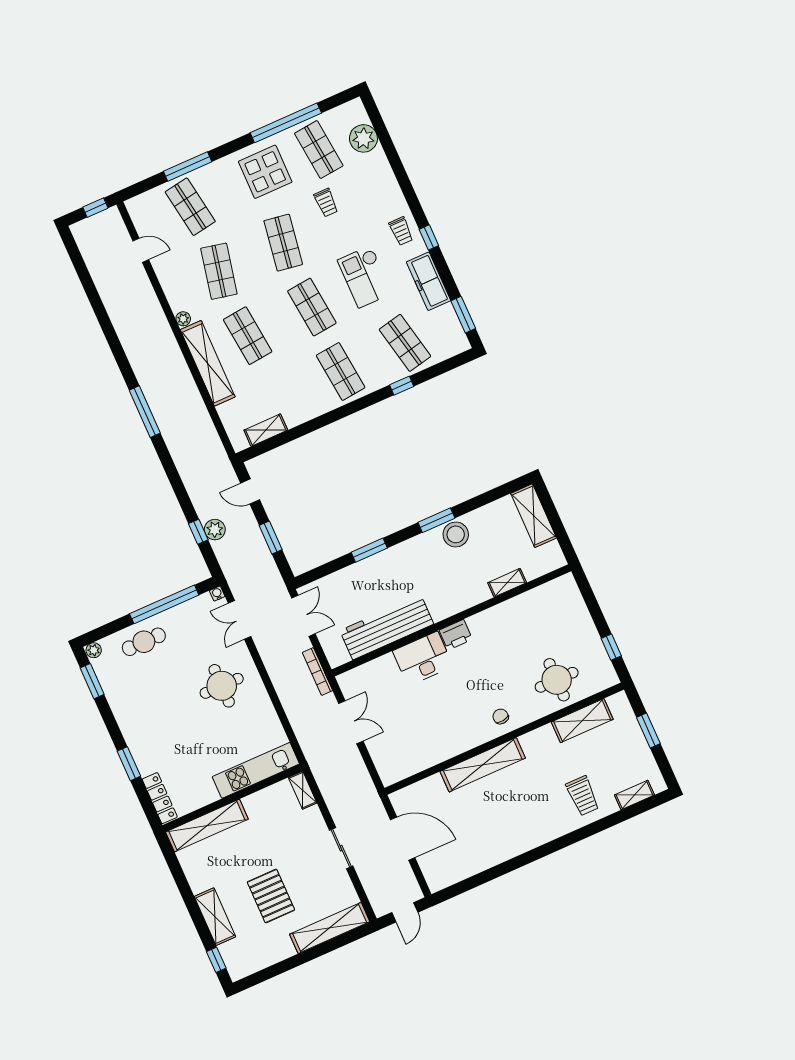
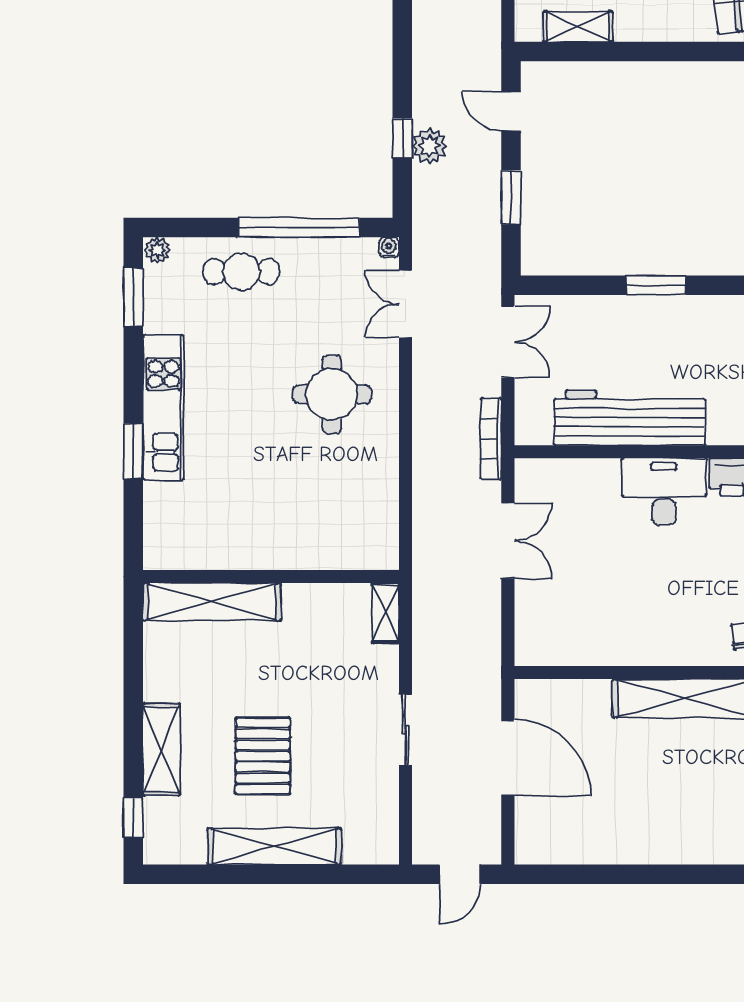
kitchen unit: (256, 770) -> (163, 407), moved, turned 90
locker: (160, 798) -> (157, 526), removed
shelving: (330, 928) -> (274, 846), moved

